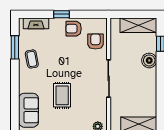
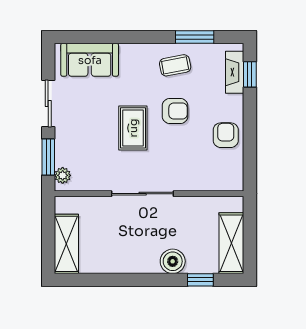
window: (61, 14) -> (250, 74), moved
armchair: (95, 42) -> (175, 111), moved
rug: (62, 95) -> (133, 128), moved, turned 90

